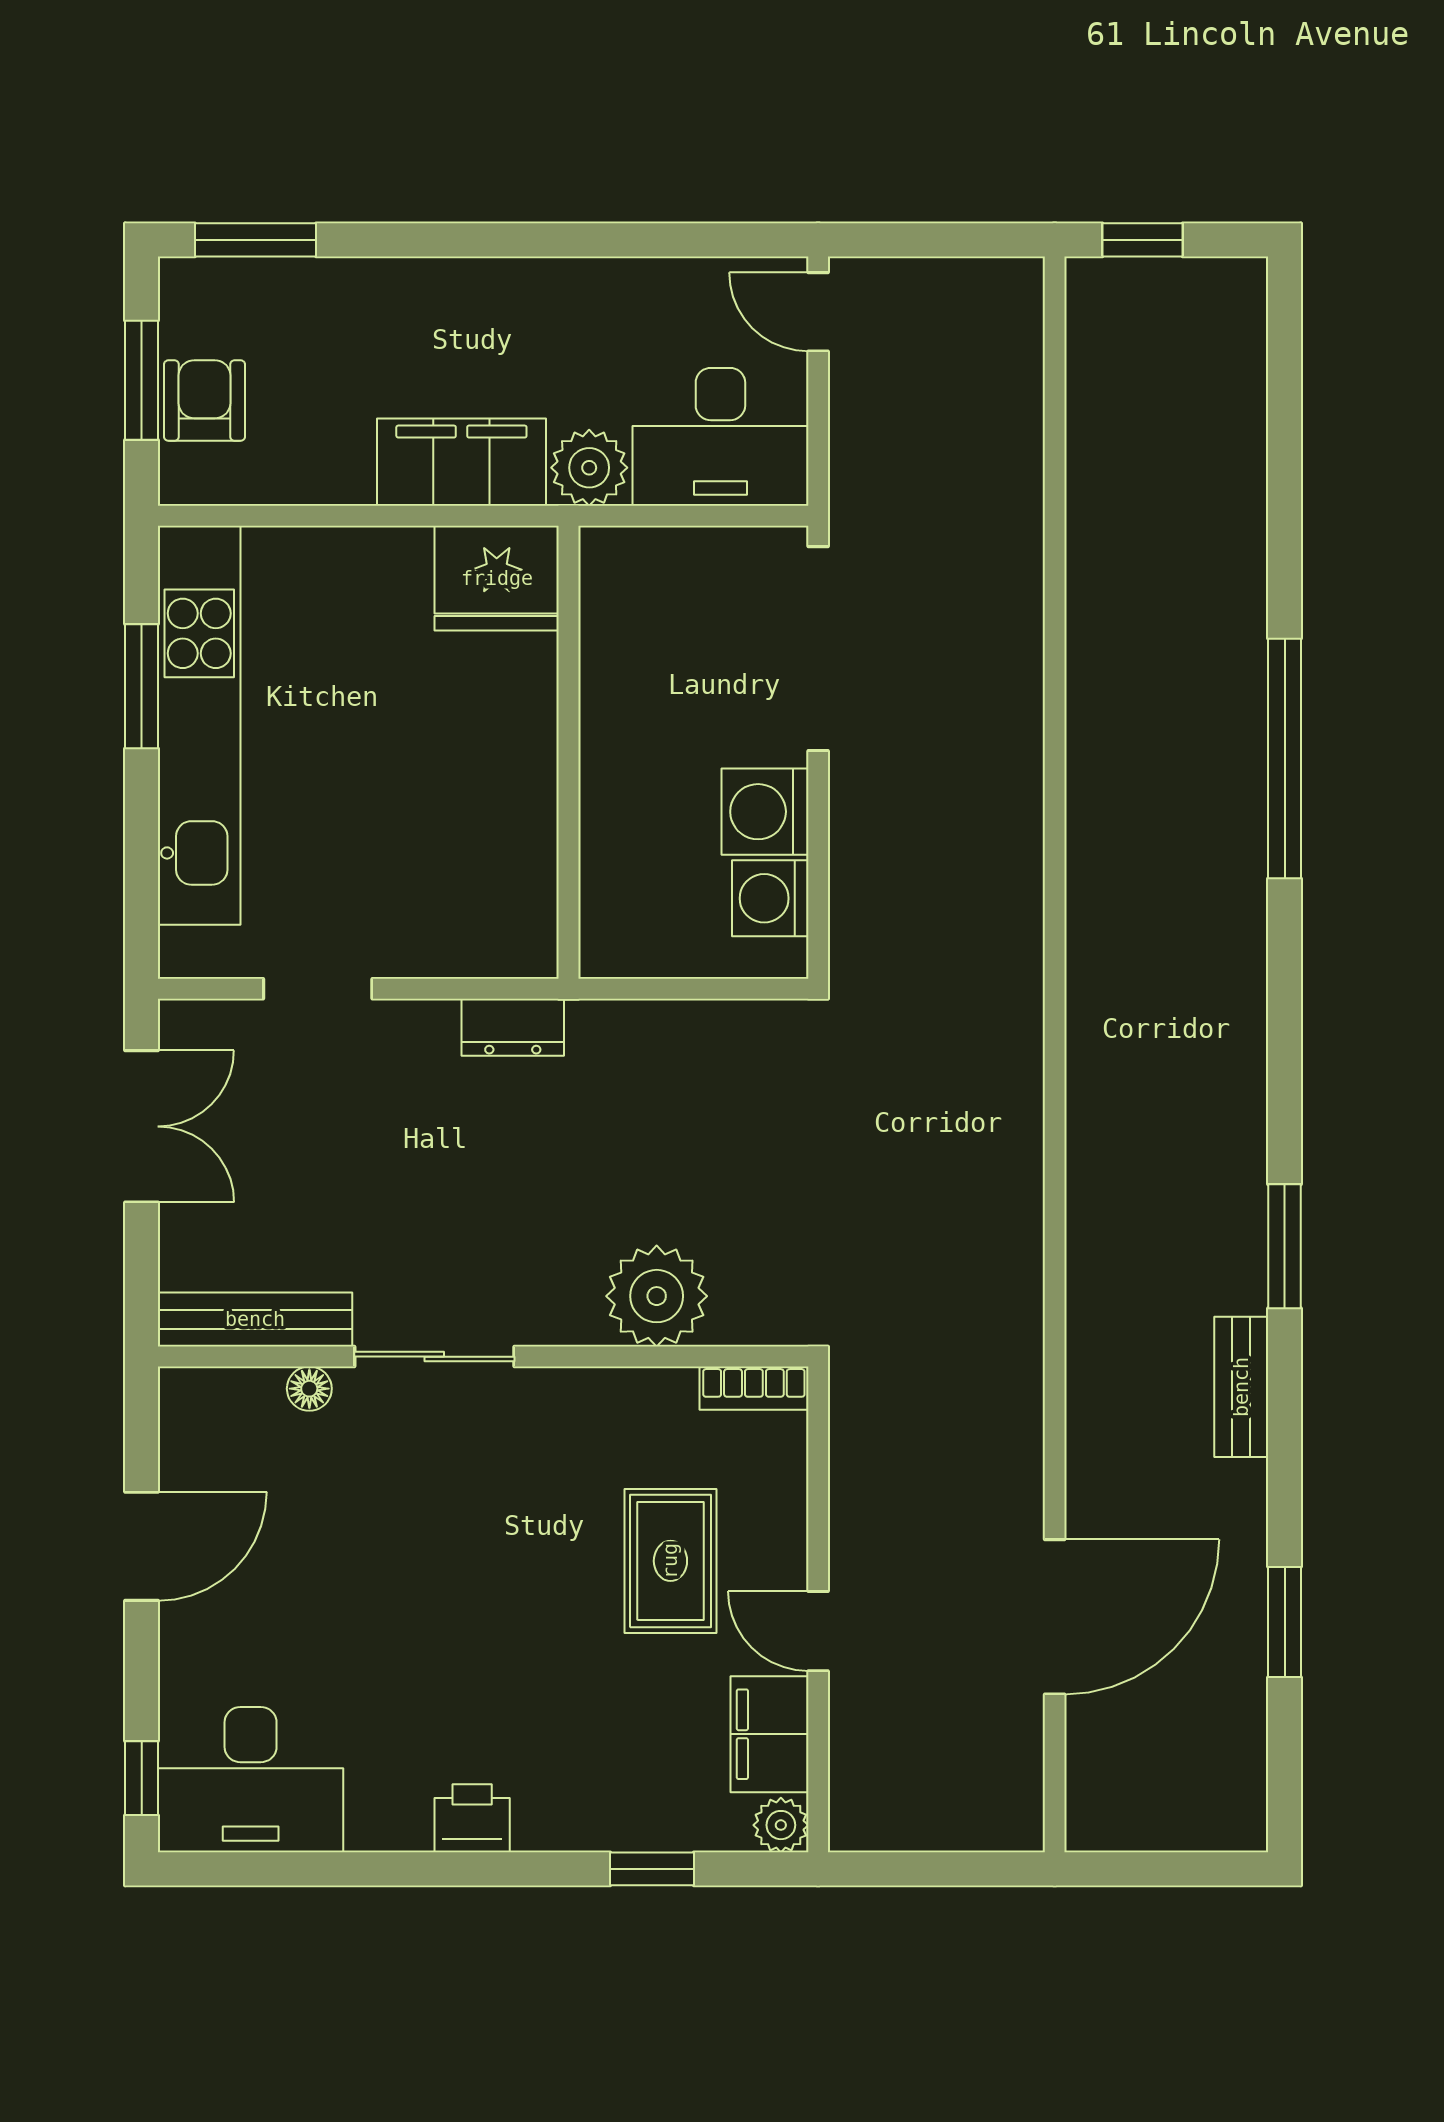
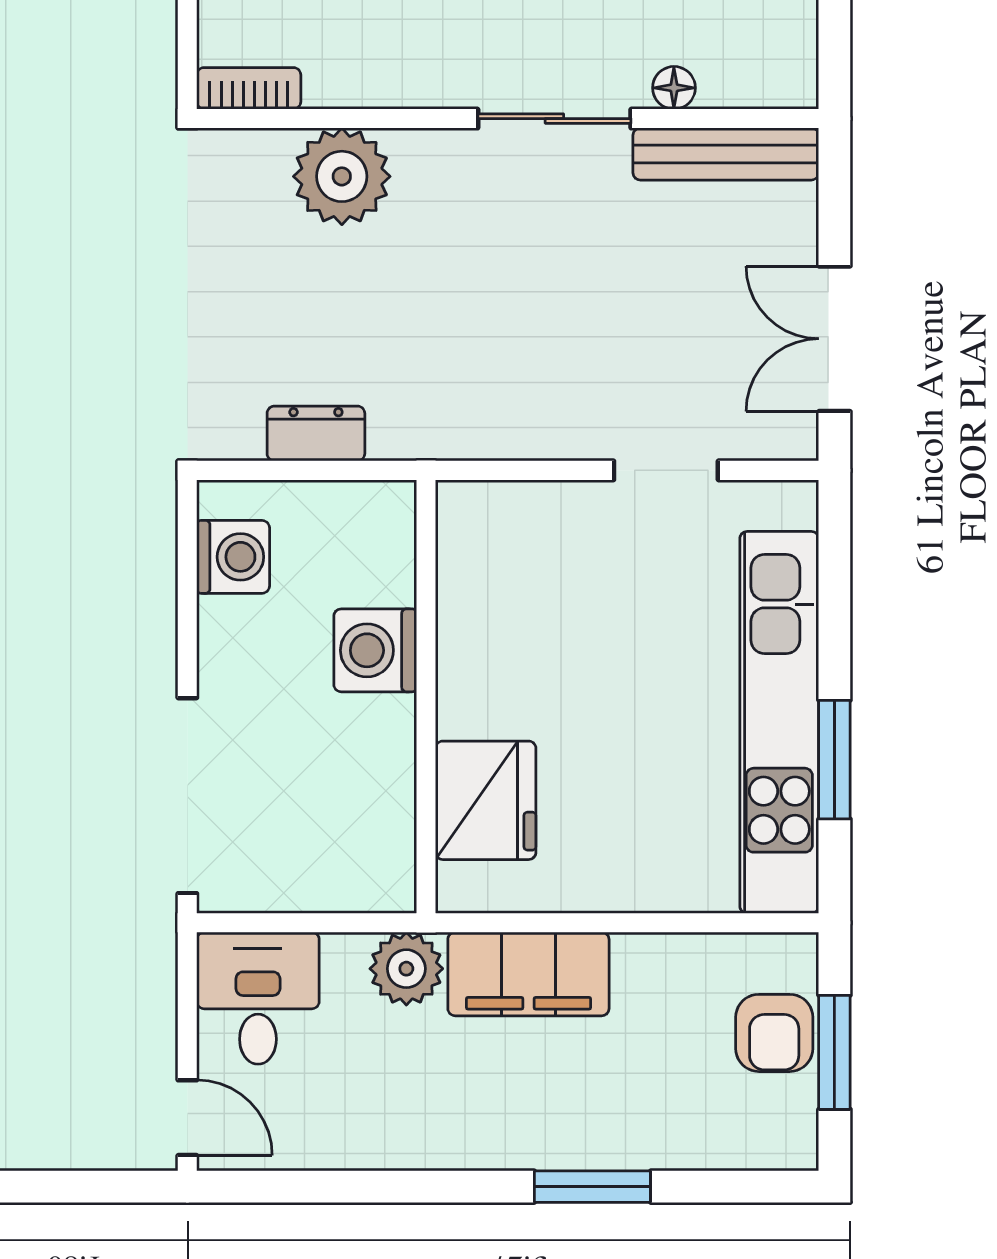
window: (256, 240) -> (592, 1187), moved
desk: (720, 437) -> (258, 998), width x0.73
fridge: (497, 578) -> (486, 800), moved, turned 90
washing machine: (765, 812) -> (375, 650), moved, turned 180
dresser: (513, 1027) -> (316, 434), moved

